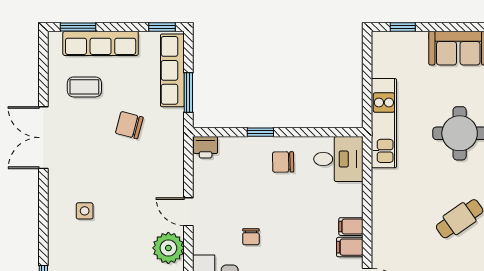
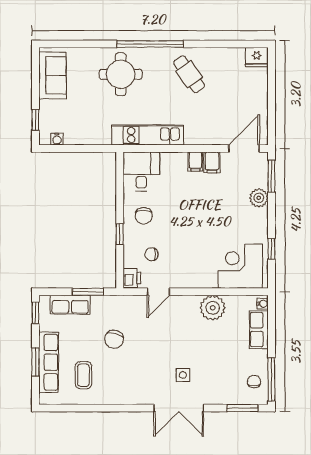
window: (78, 27) -> (35, 362), moved
water cooler: (379, 54) -> (57, 139), added
row of seats: (172, 70) -> (70, 305), width x0.68
kitchen unit: (384, 123) -> (148, 135), moved
double door: (43, 138) -> (179, 408), moved
door: (188, 212) -> (158, 292), moved
chair: (251, 237) -> (152, 254), moved, turned 180

